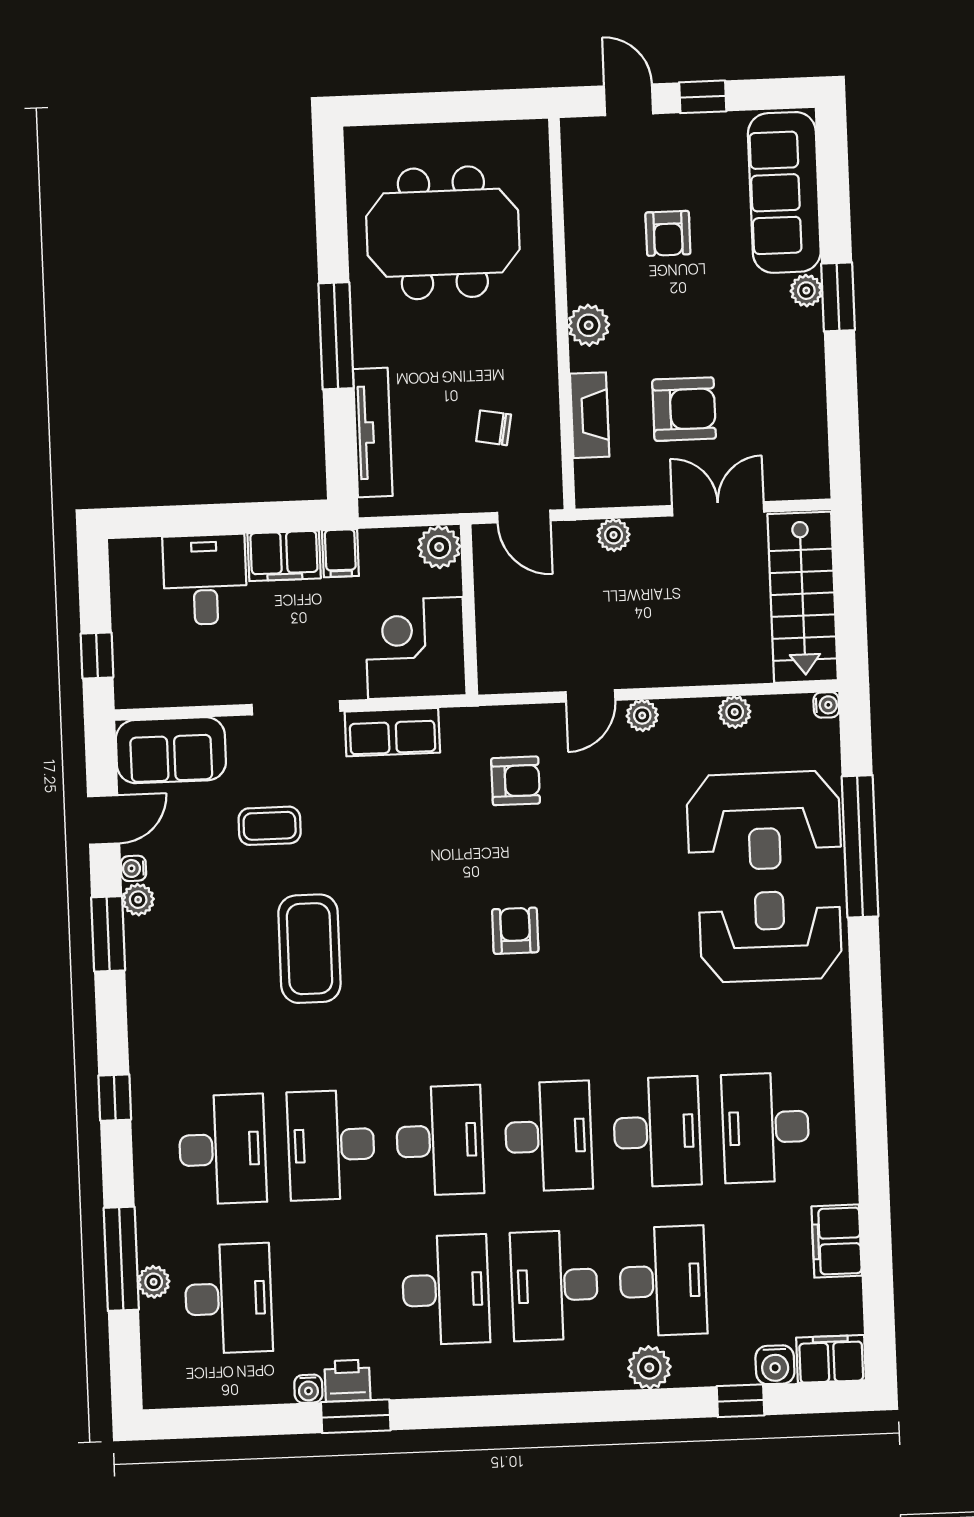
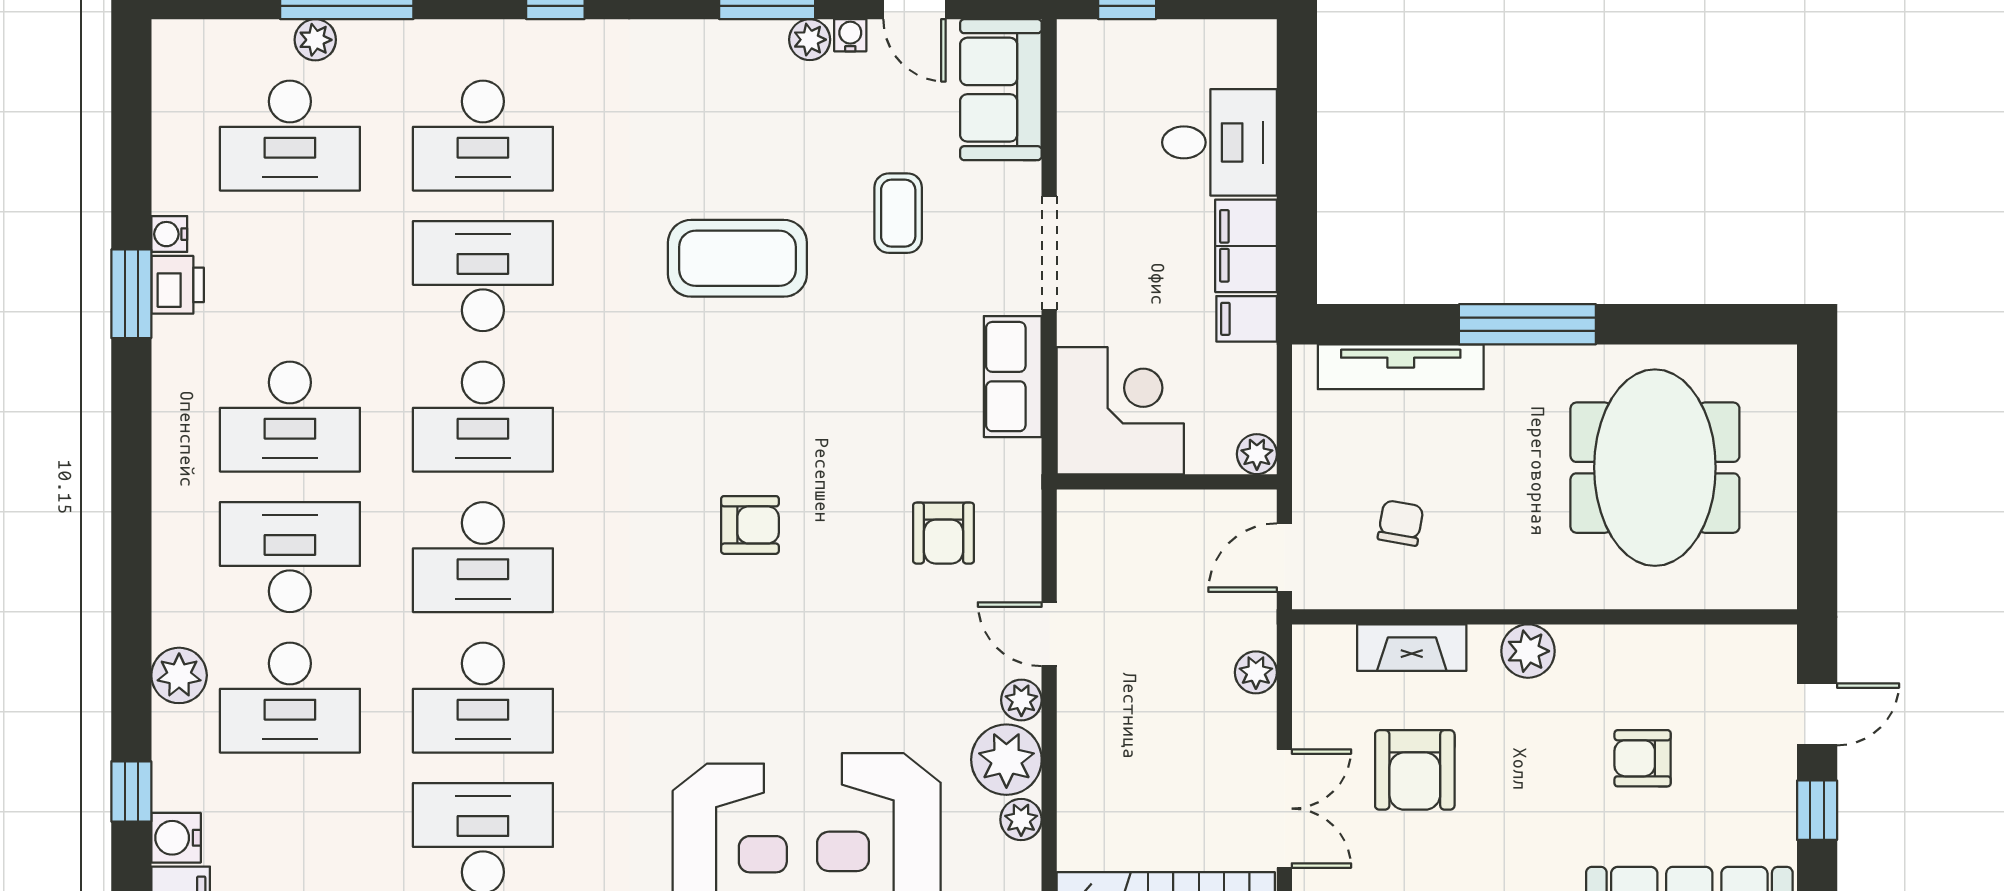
plant: (439, 547) -> (1257, 454), width x0.73, depth x0.73
plant: (689, 725) -> (1006, 760), added

